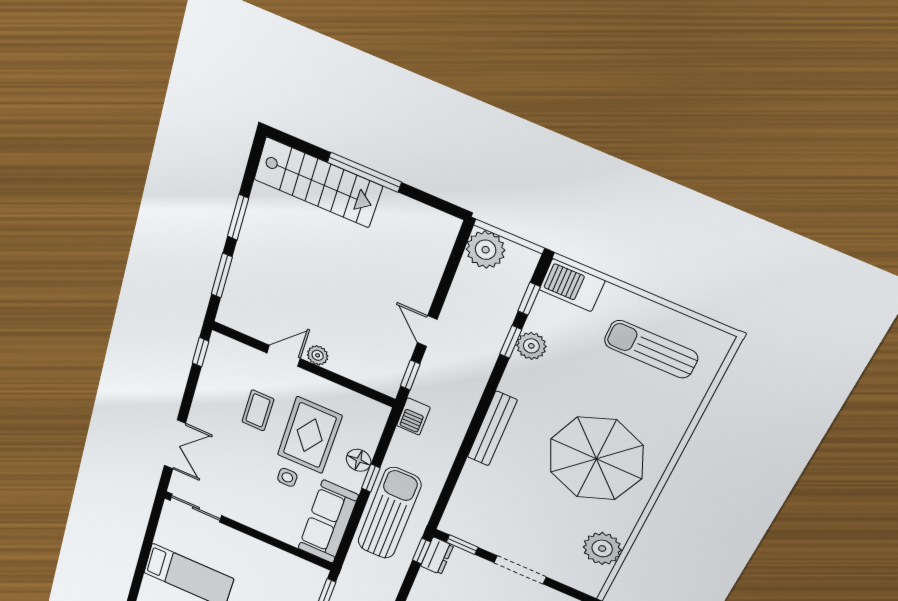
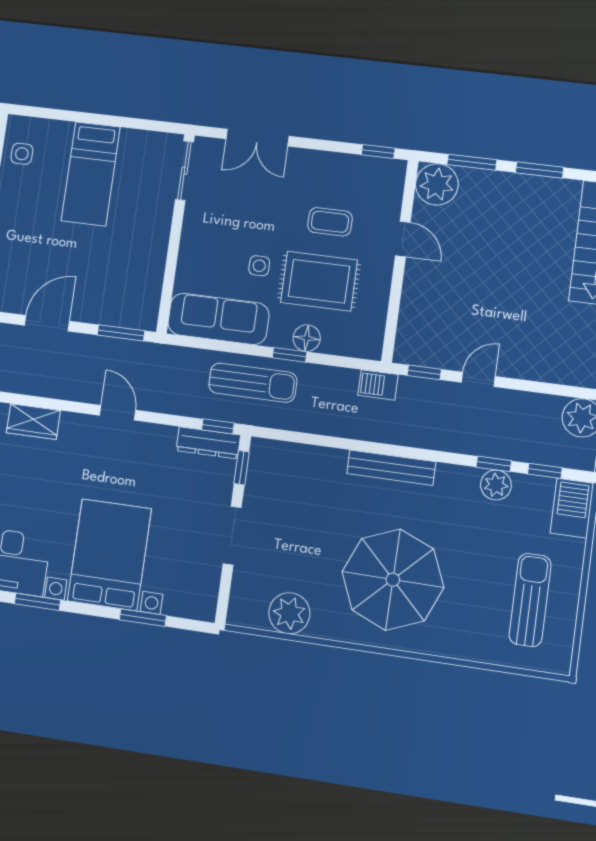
plant: (318, 355) -> (437, 184), moved, width x1.88, depth x1.88
sun lounger: (389, 513) -> (253, 383), width x0.73, depth x0.75
dresser: (437, 556) -> (208, 443), width x1.44

